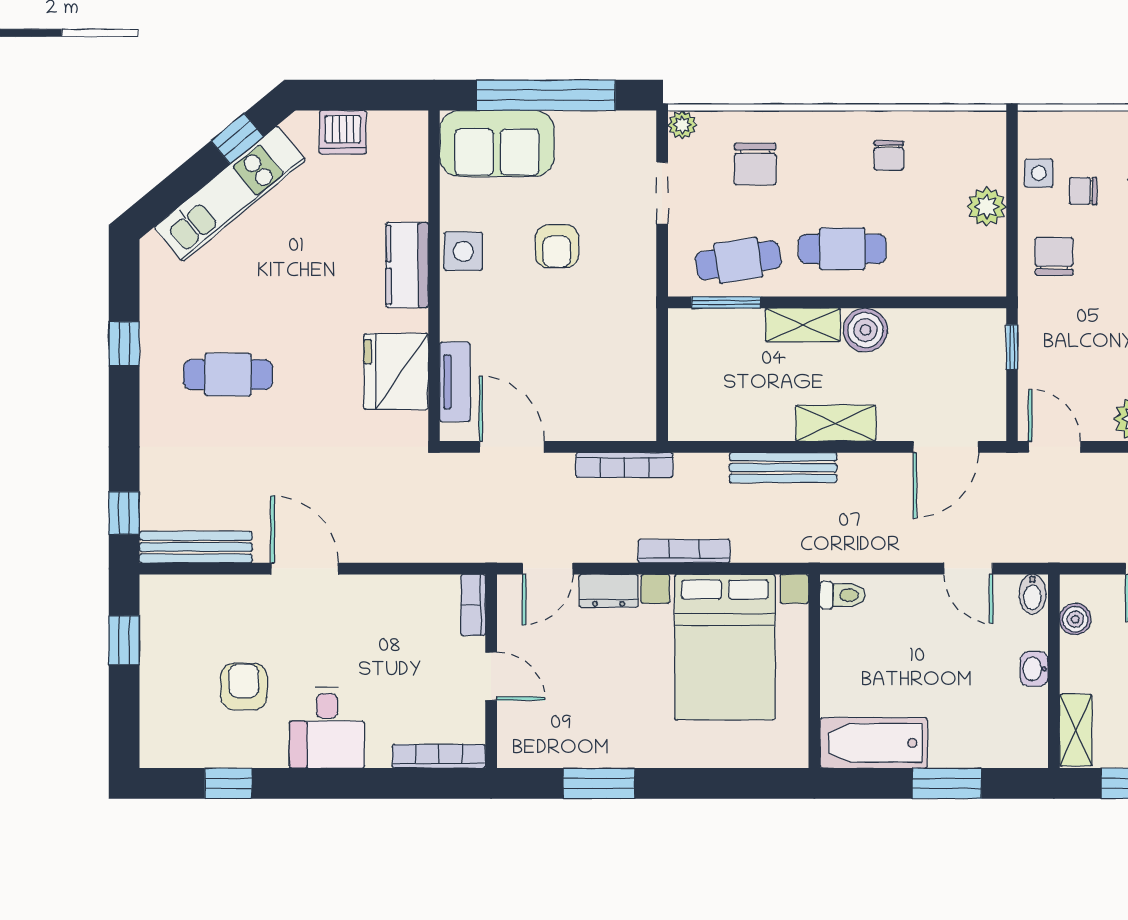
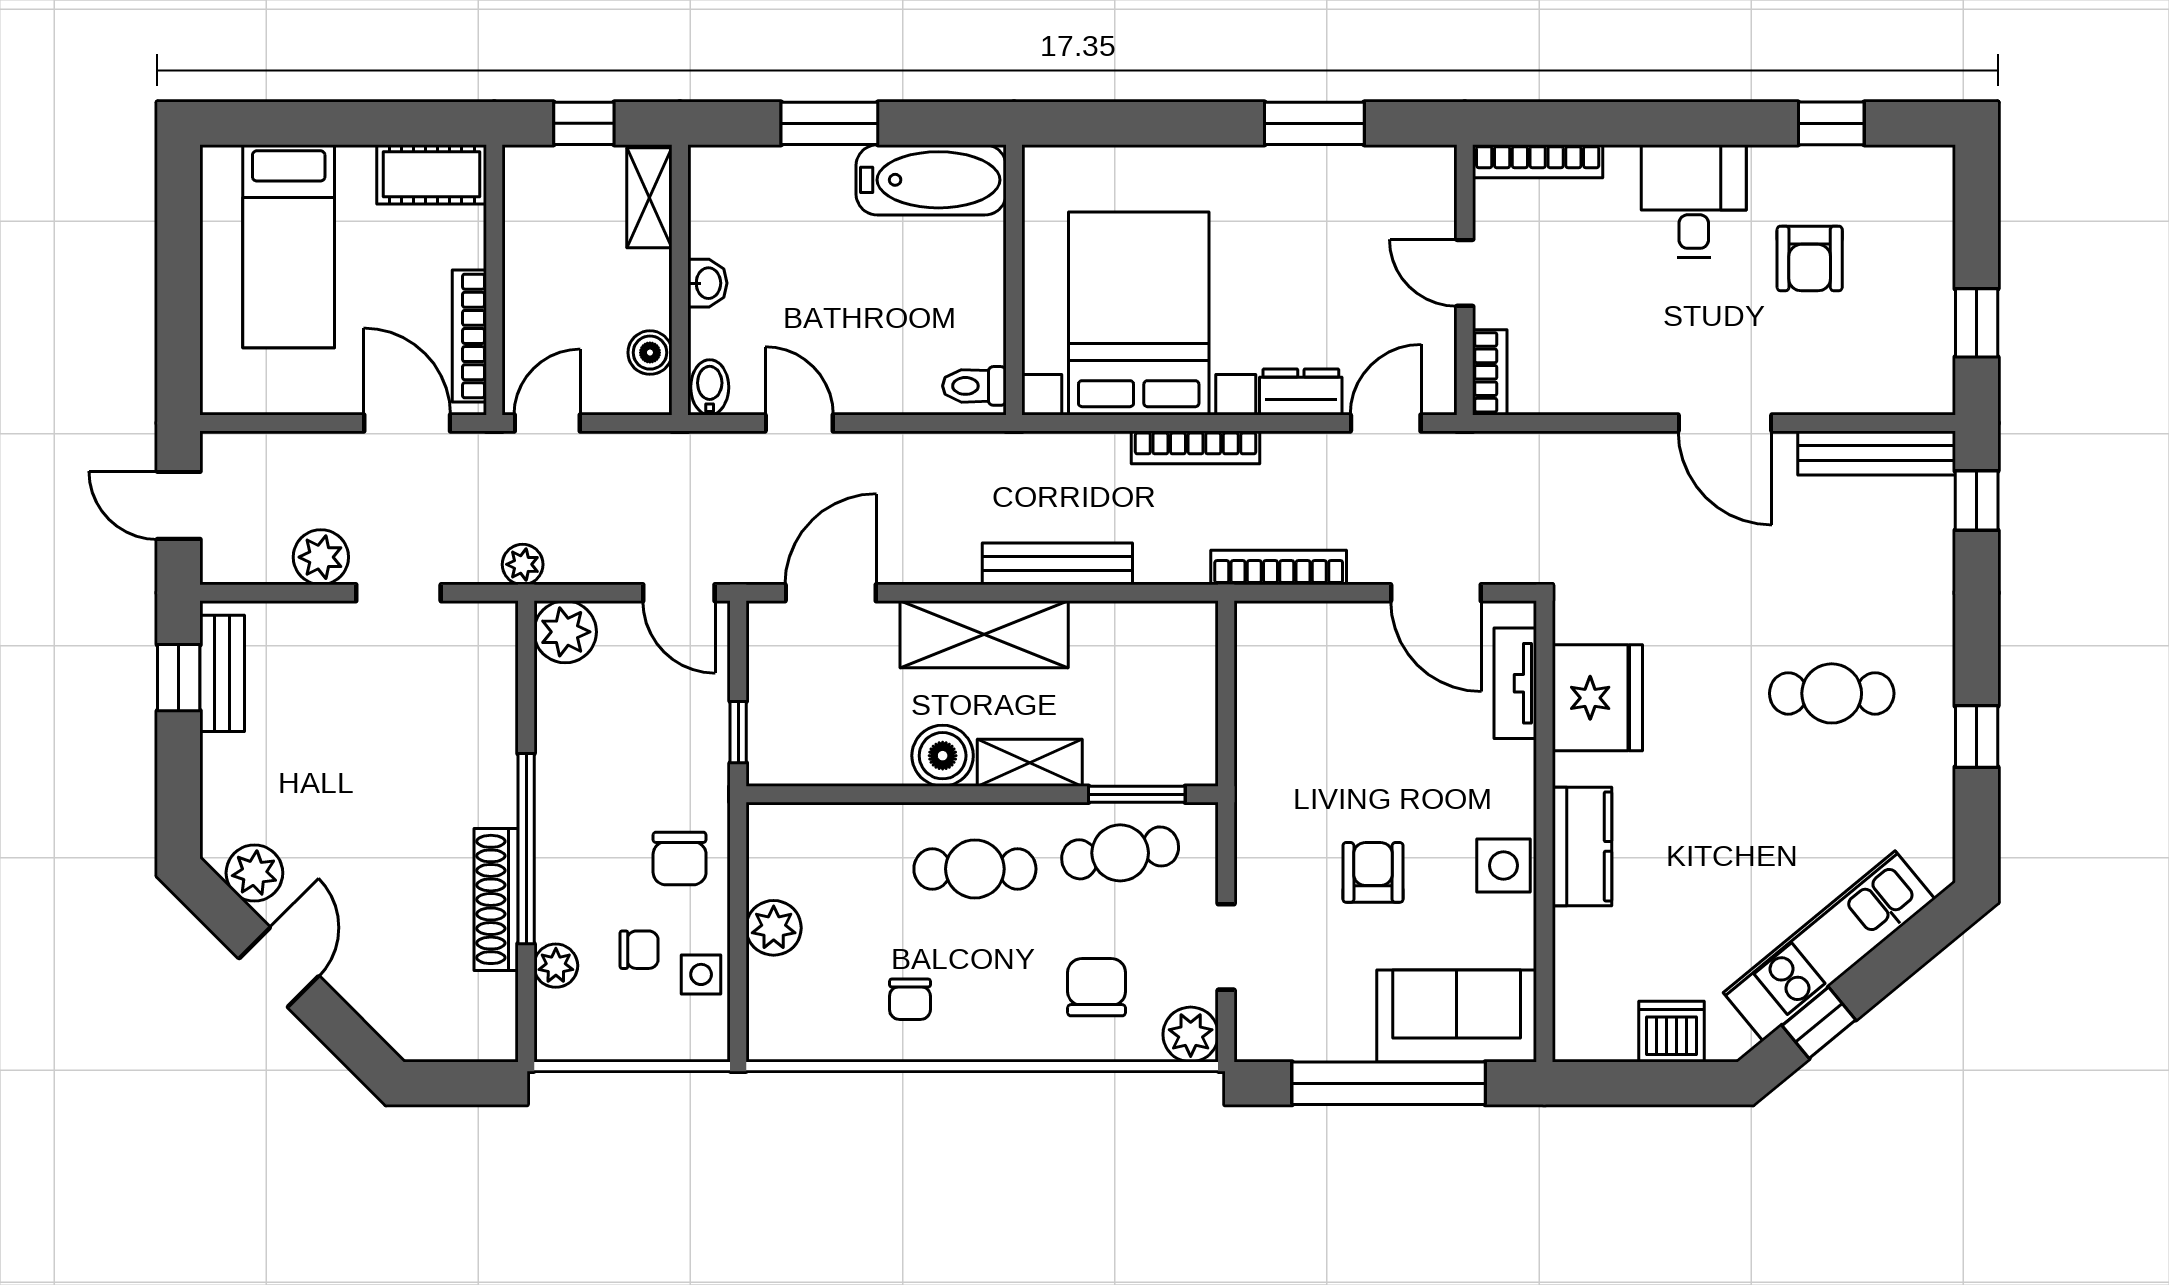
plant: (682, 125) -> (1191, 1034), width x1.38, depth x1.38
chair: (889, 155) -> (910, 999), turned 180
shelving: (836, 423) -> (984, 634), width x1.50, depth x1.33

